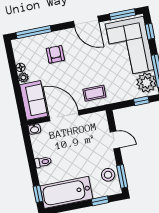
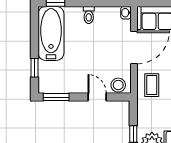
door: (115, 140) -> (97, 97), swing flipped
stool: (108, 175) -> (118, 85), moved

